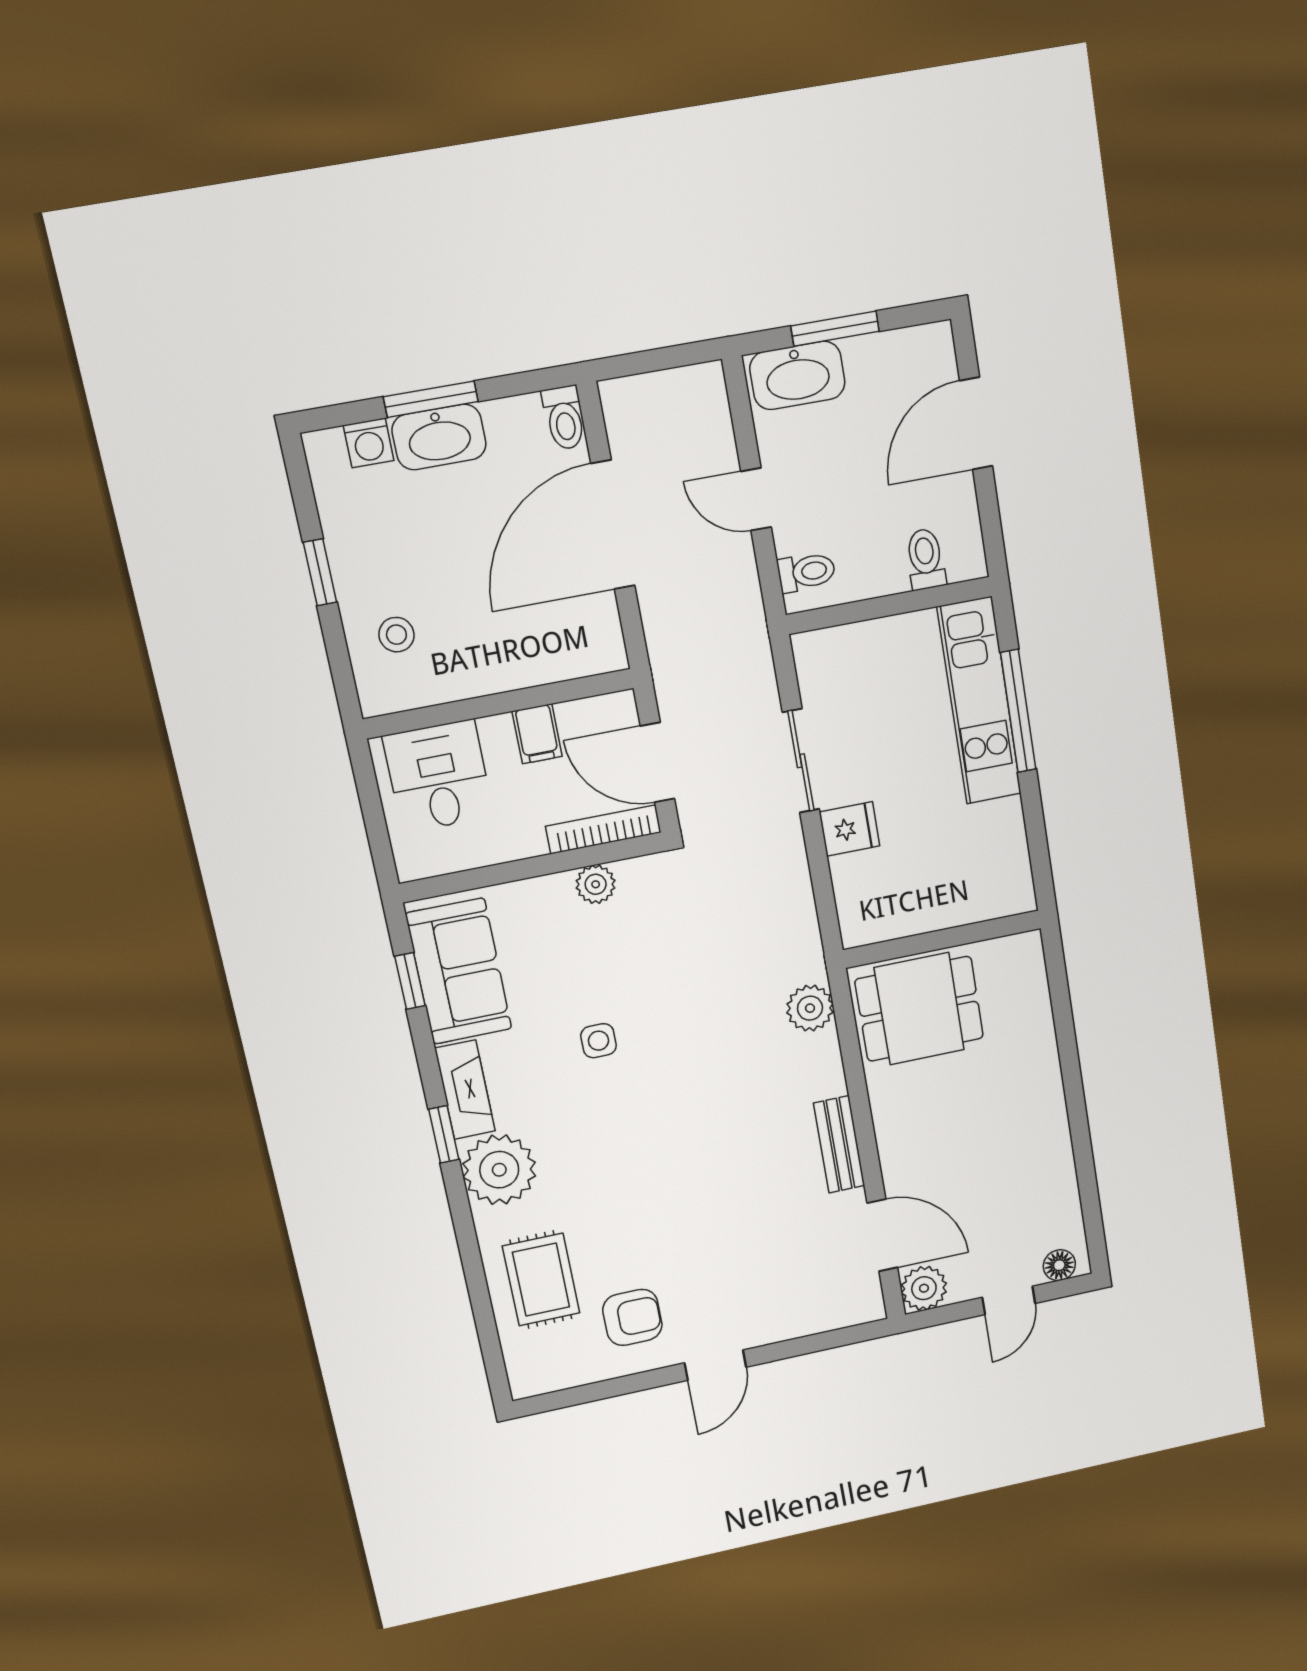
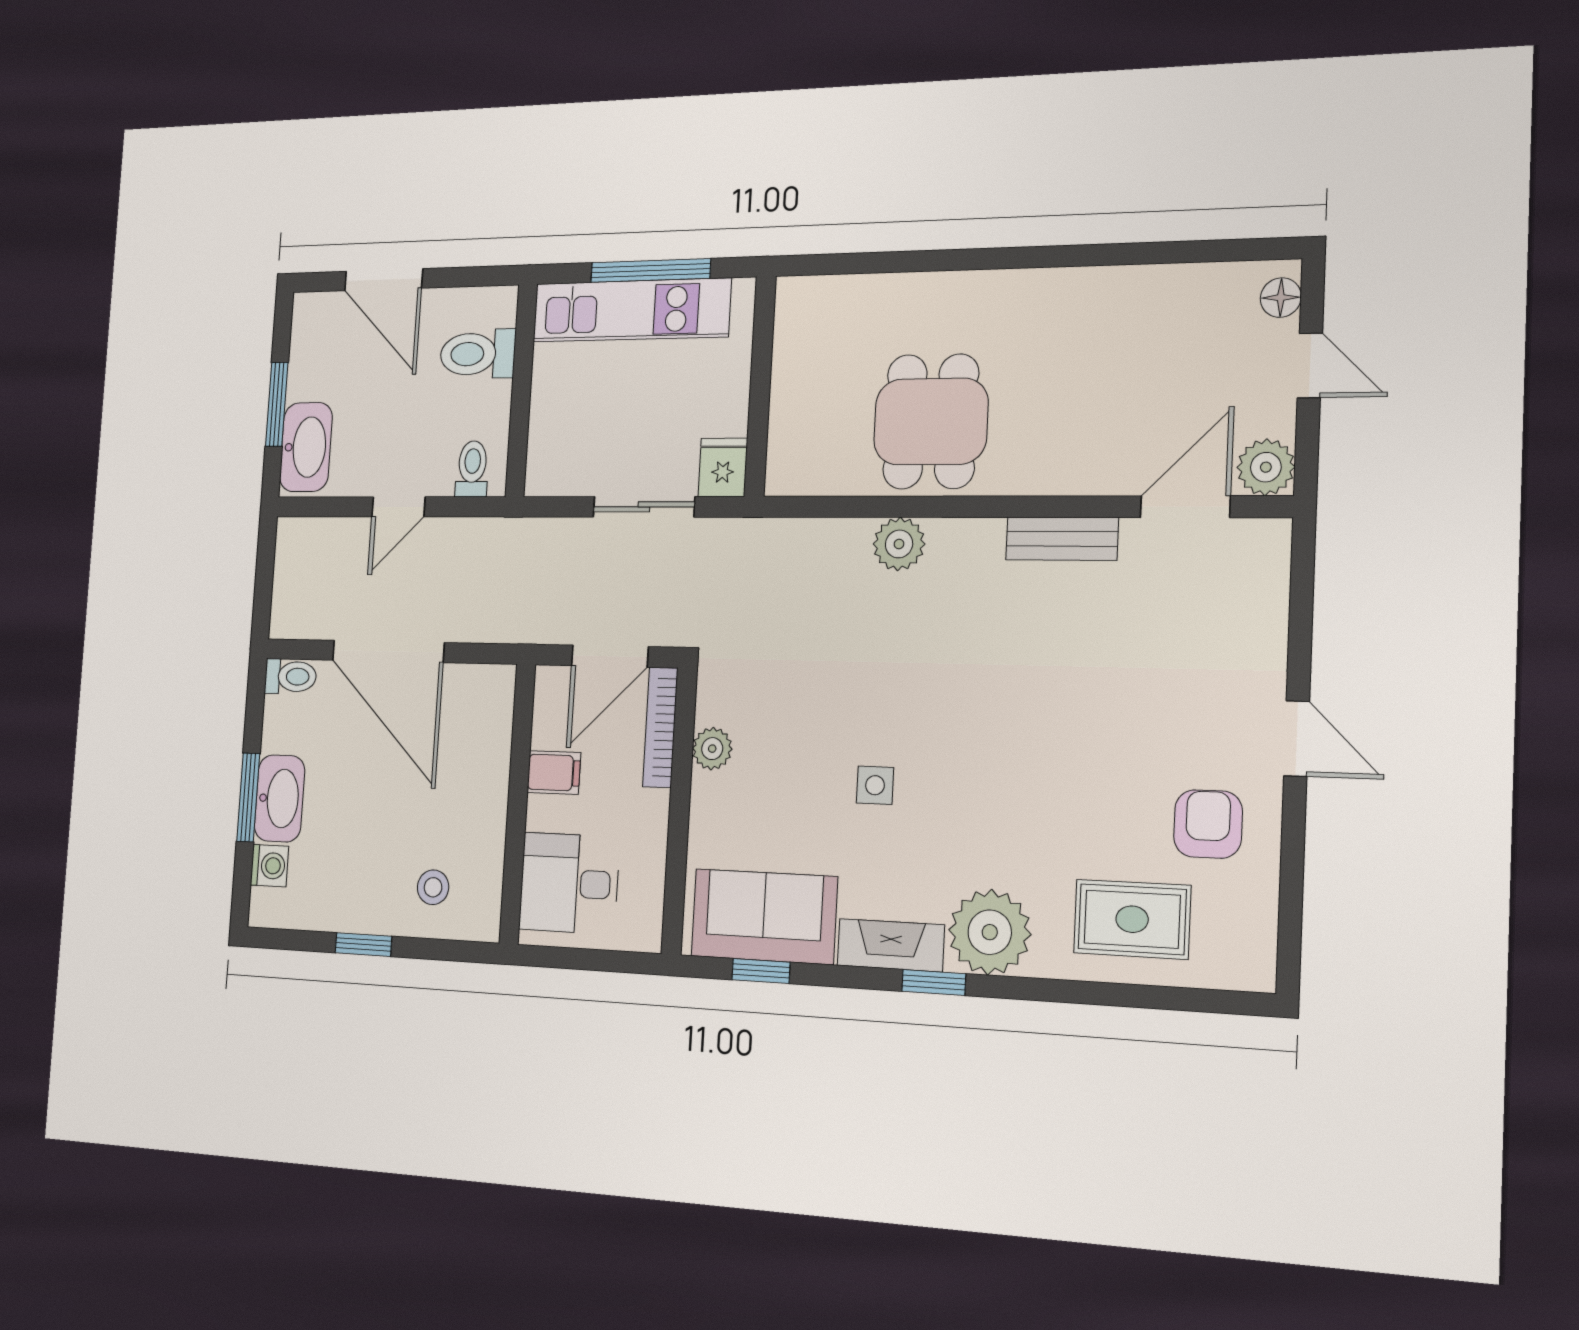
toilet: (926, 559) -> (478, 354), width x1.37, depth x1.39
wall: (942, 939) -> (760, 386), moved

